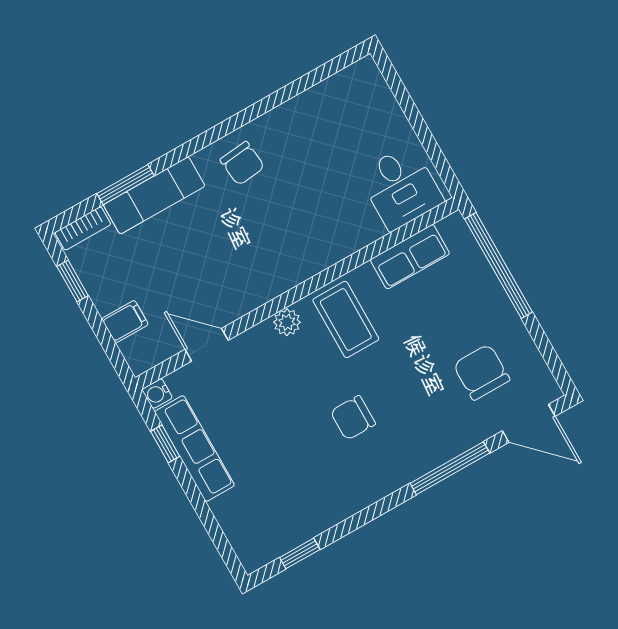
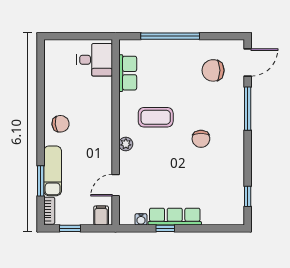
desk: (401, 187) -> (95, 60), moved
row of seats: (410, 257) -> (128, 73), moved
wall: (297, 293) -> (116, 132), moved
plant: (287, 322) -> (126, 144), moved
door: (207, 345) -> (116, 185), moved

